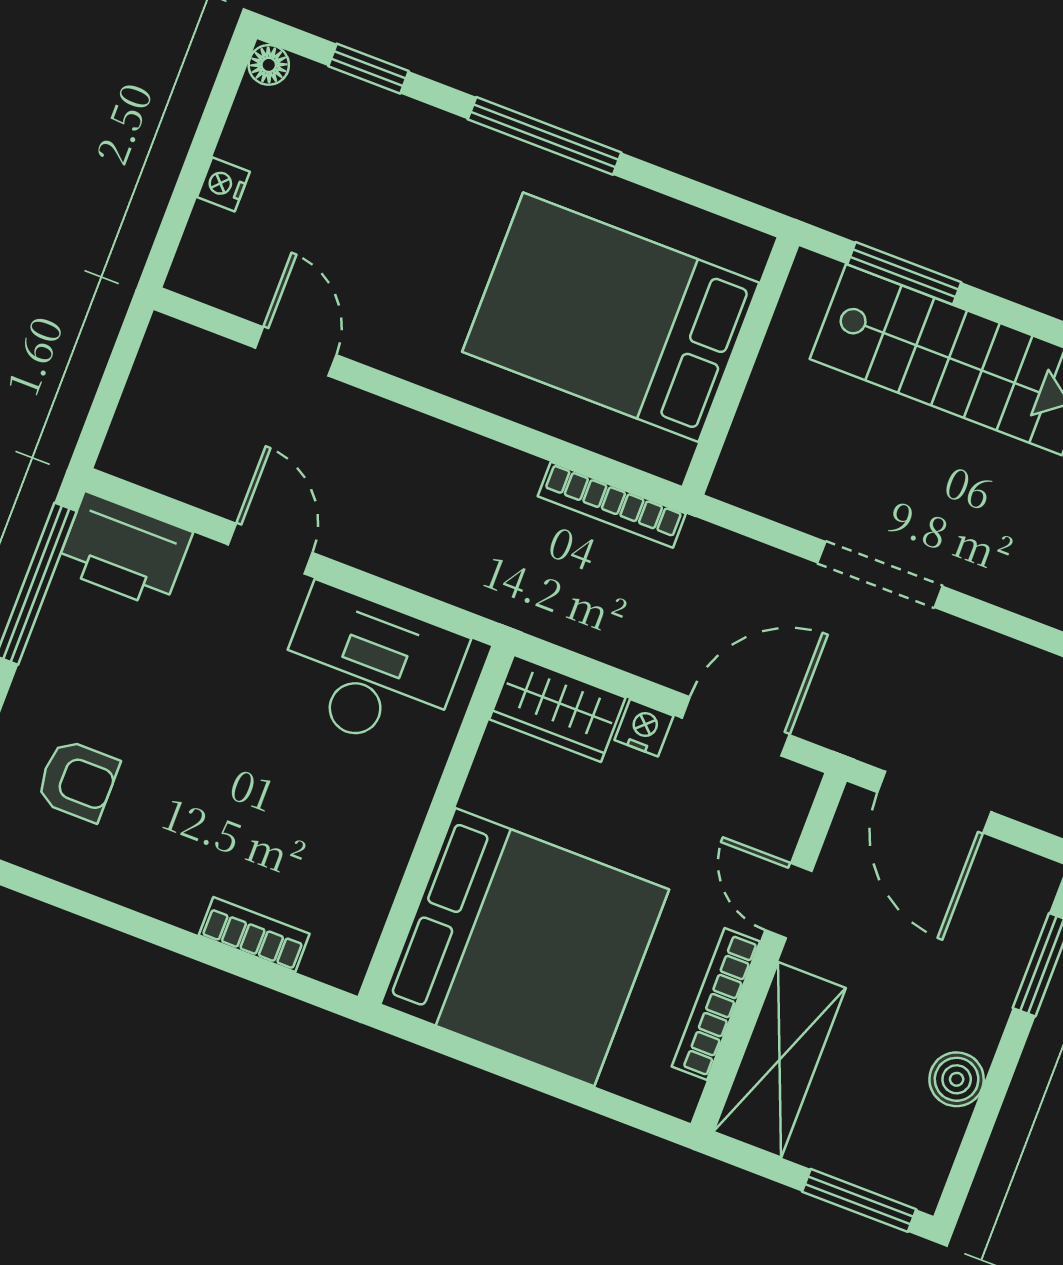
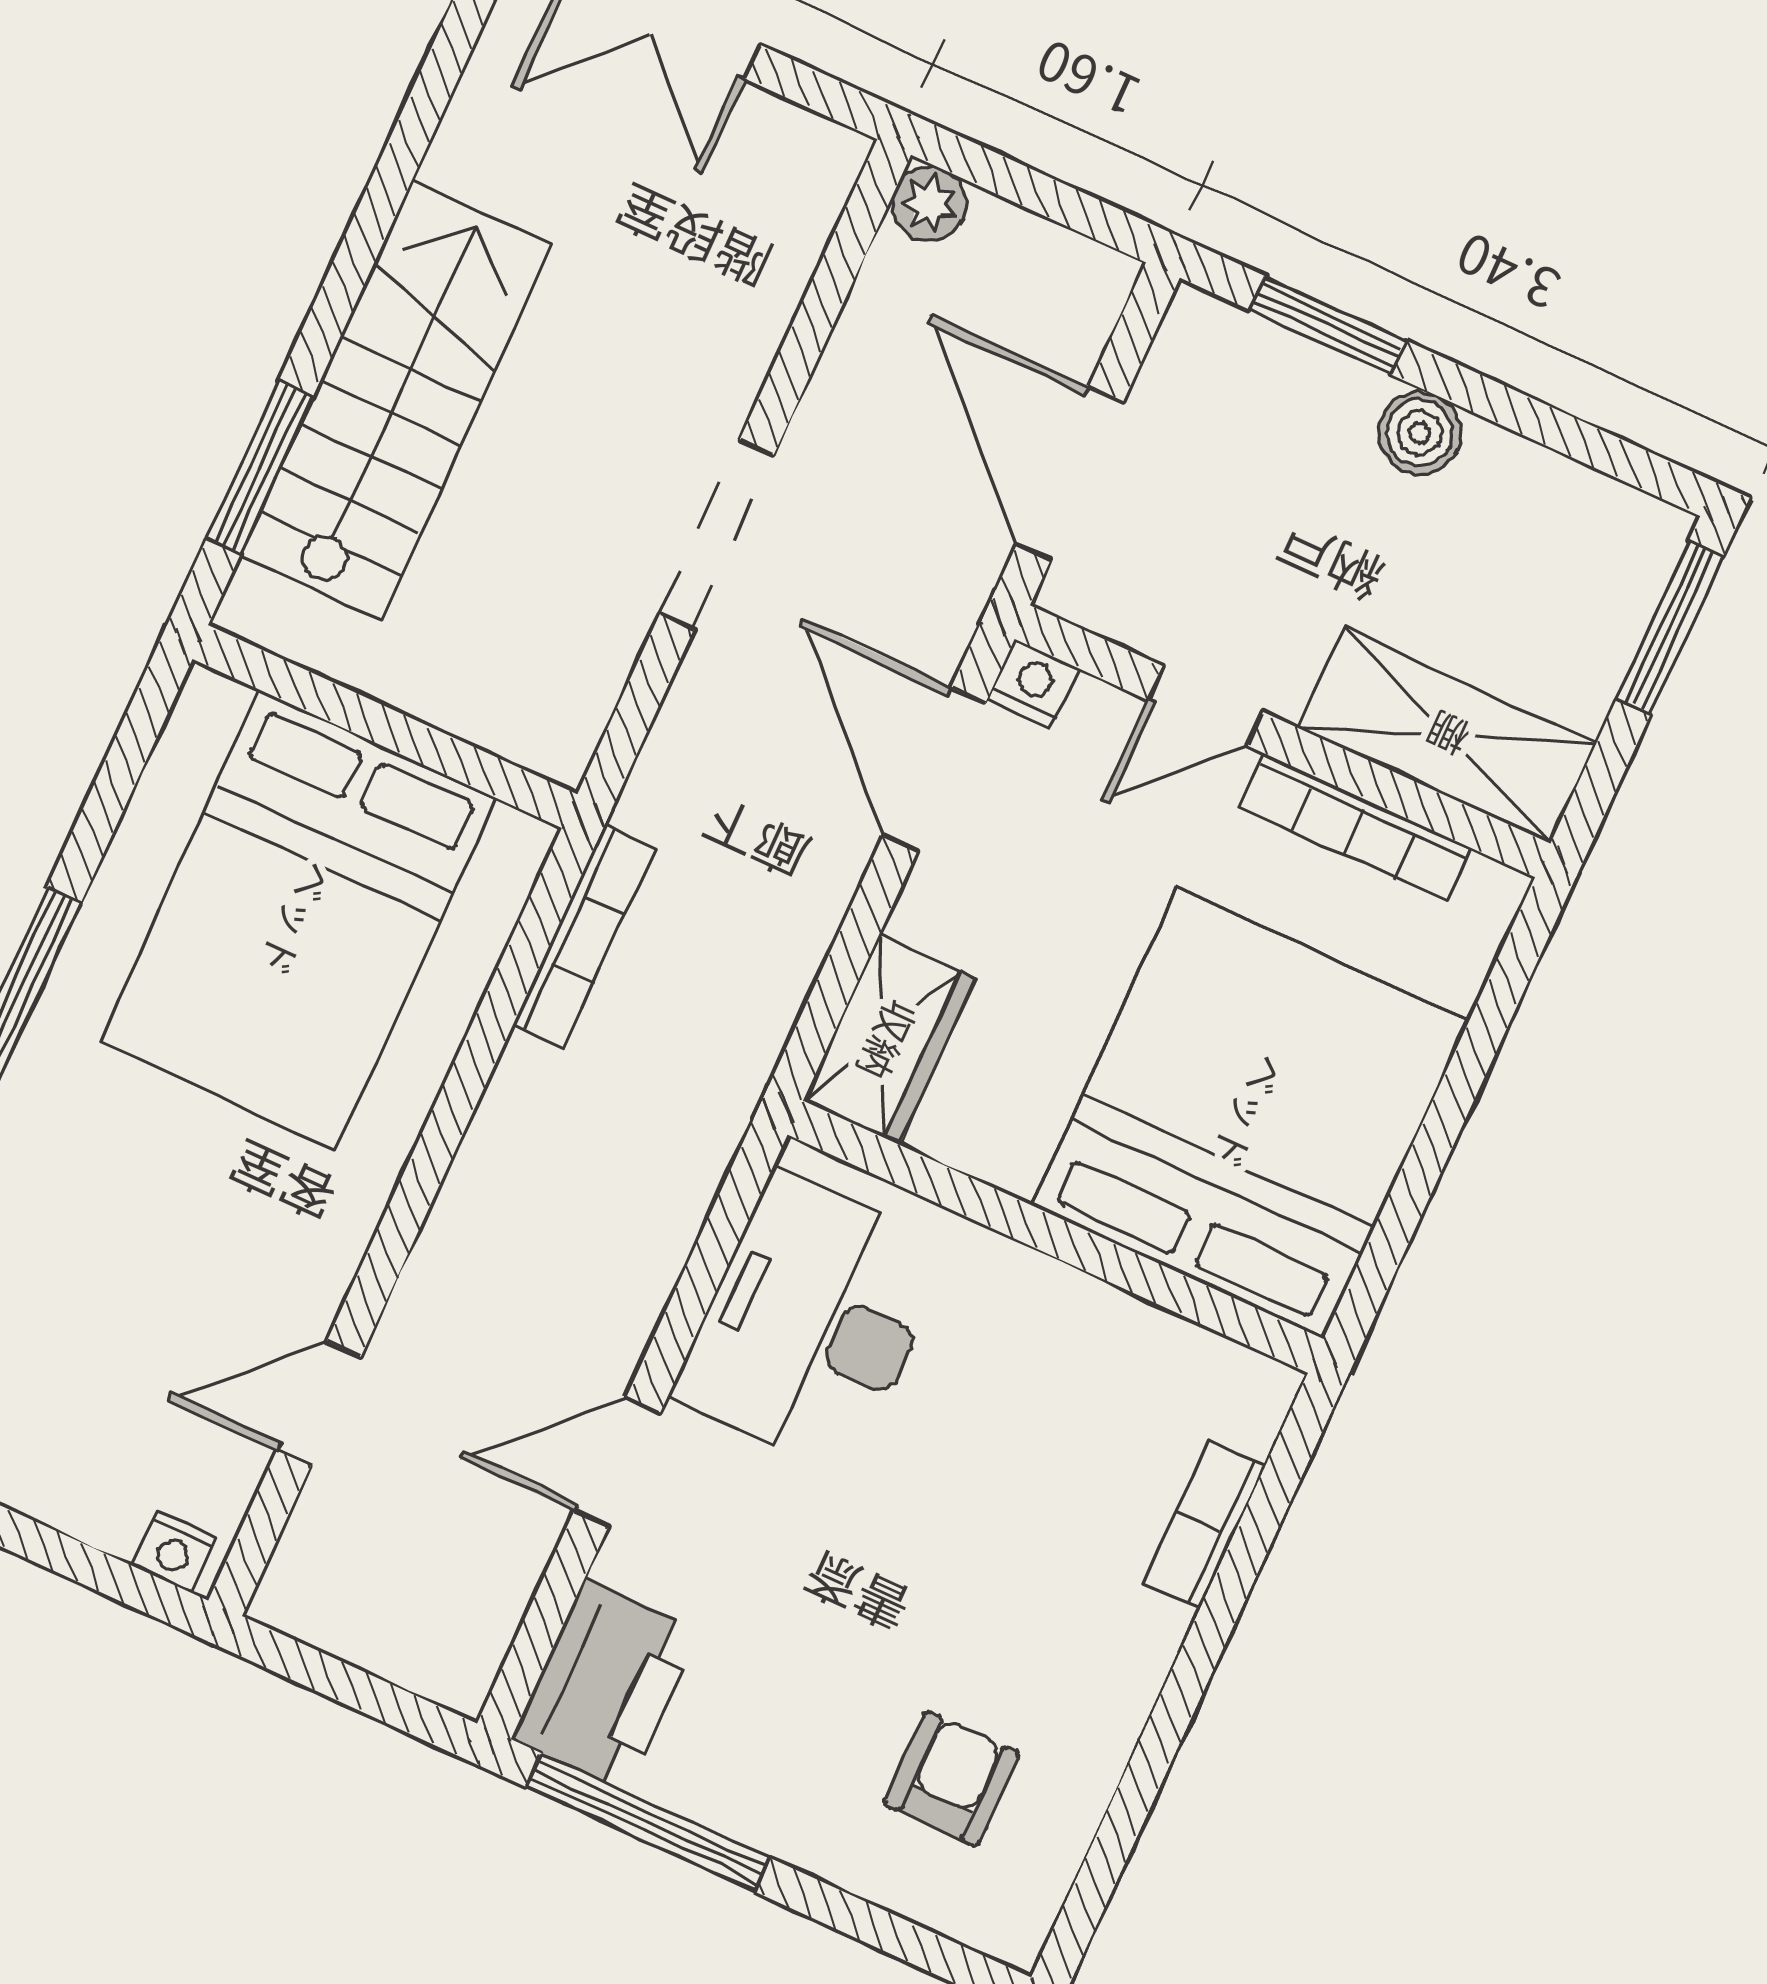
nightstand: (223, 184) -> (175, 1551), moved
nightstand: (644, 728) -> (1033, 684), moved, turned 90
door: (934, 802) -> (1070, 474), swing flipped
boiler: (957, 1079) -> (1419, 433), moved

